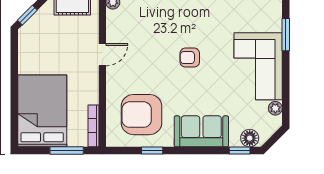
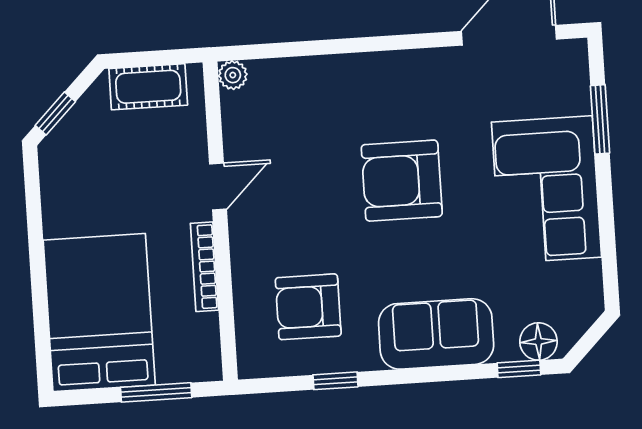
armchair: (190, 58) -> (402, 181), width x1.88, depth x1.88
plant: (275, 108) -> (588, 275), removed
armchair: (141, 115) -> (308, 307), width x0.73, depth x0.73
bookcase: (93, 126) -> (204, 267), moved

